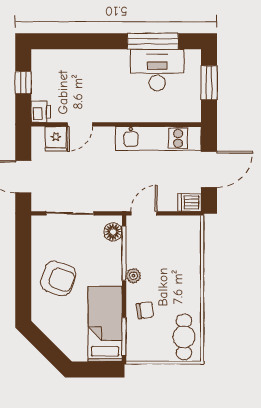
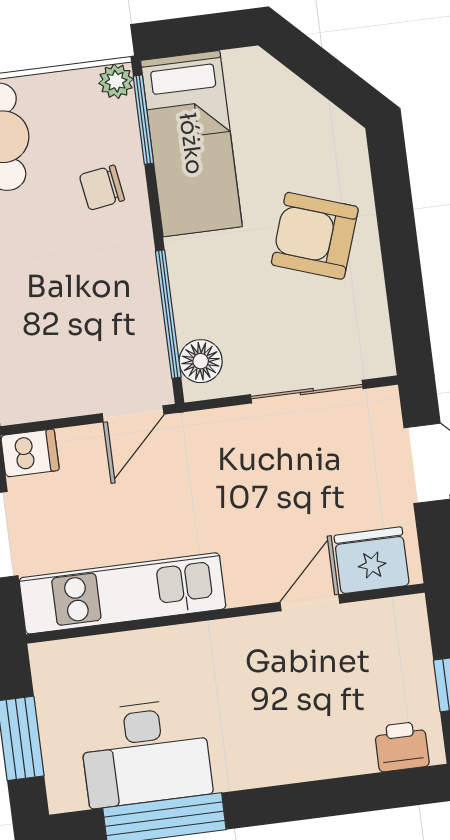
printer: (41, 112) -> (402, 746), moved, turned 90
fridge: (56, 139) -> (372, 560), width x1.38
plant: (133, 276) -> (116, 81), moved

